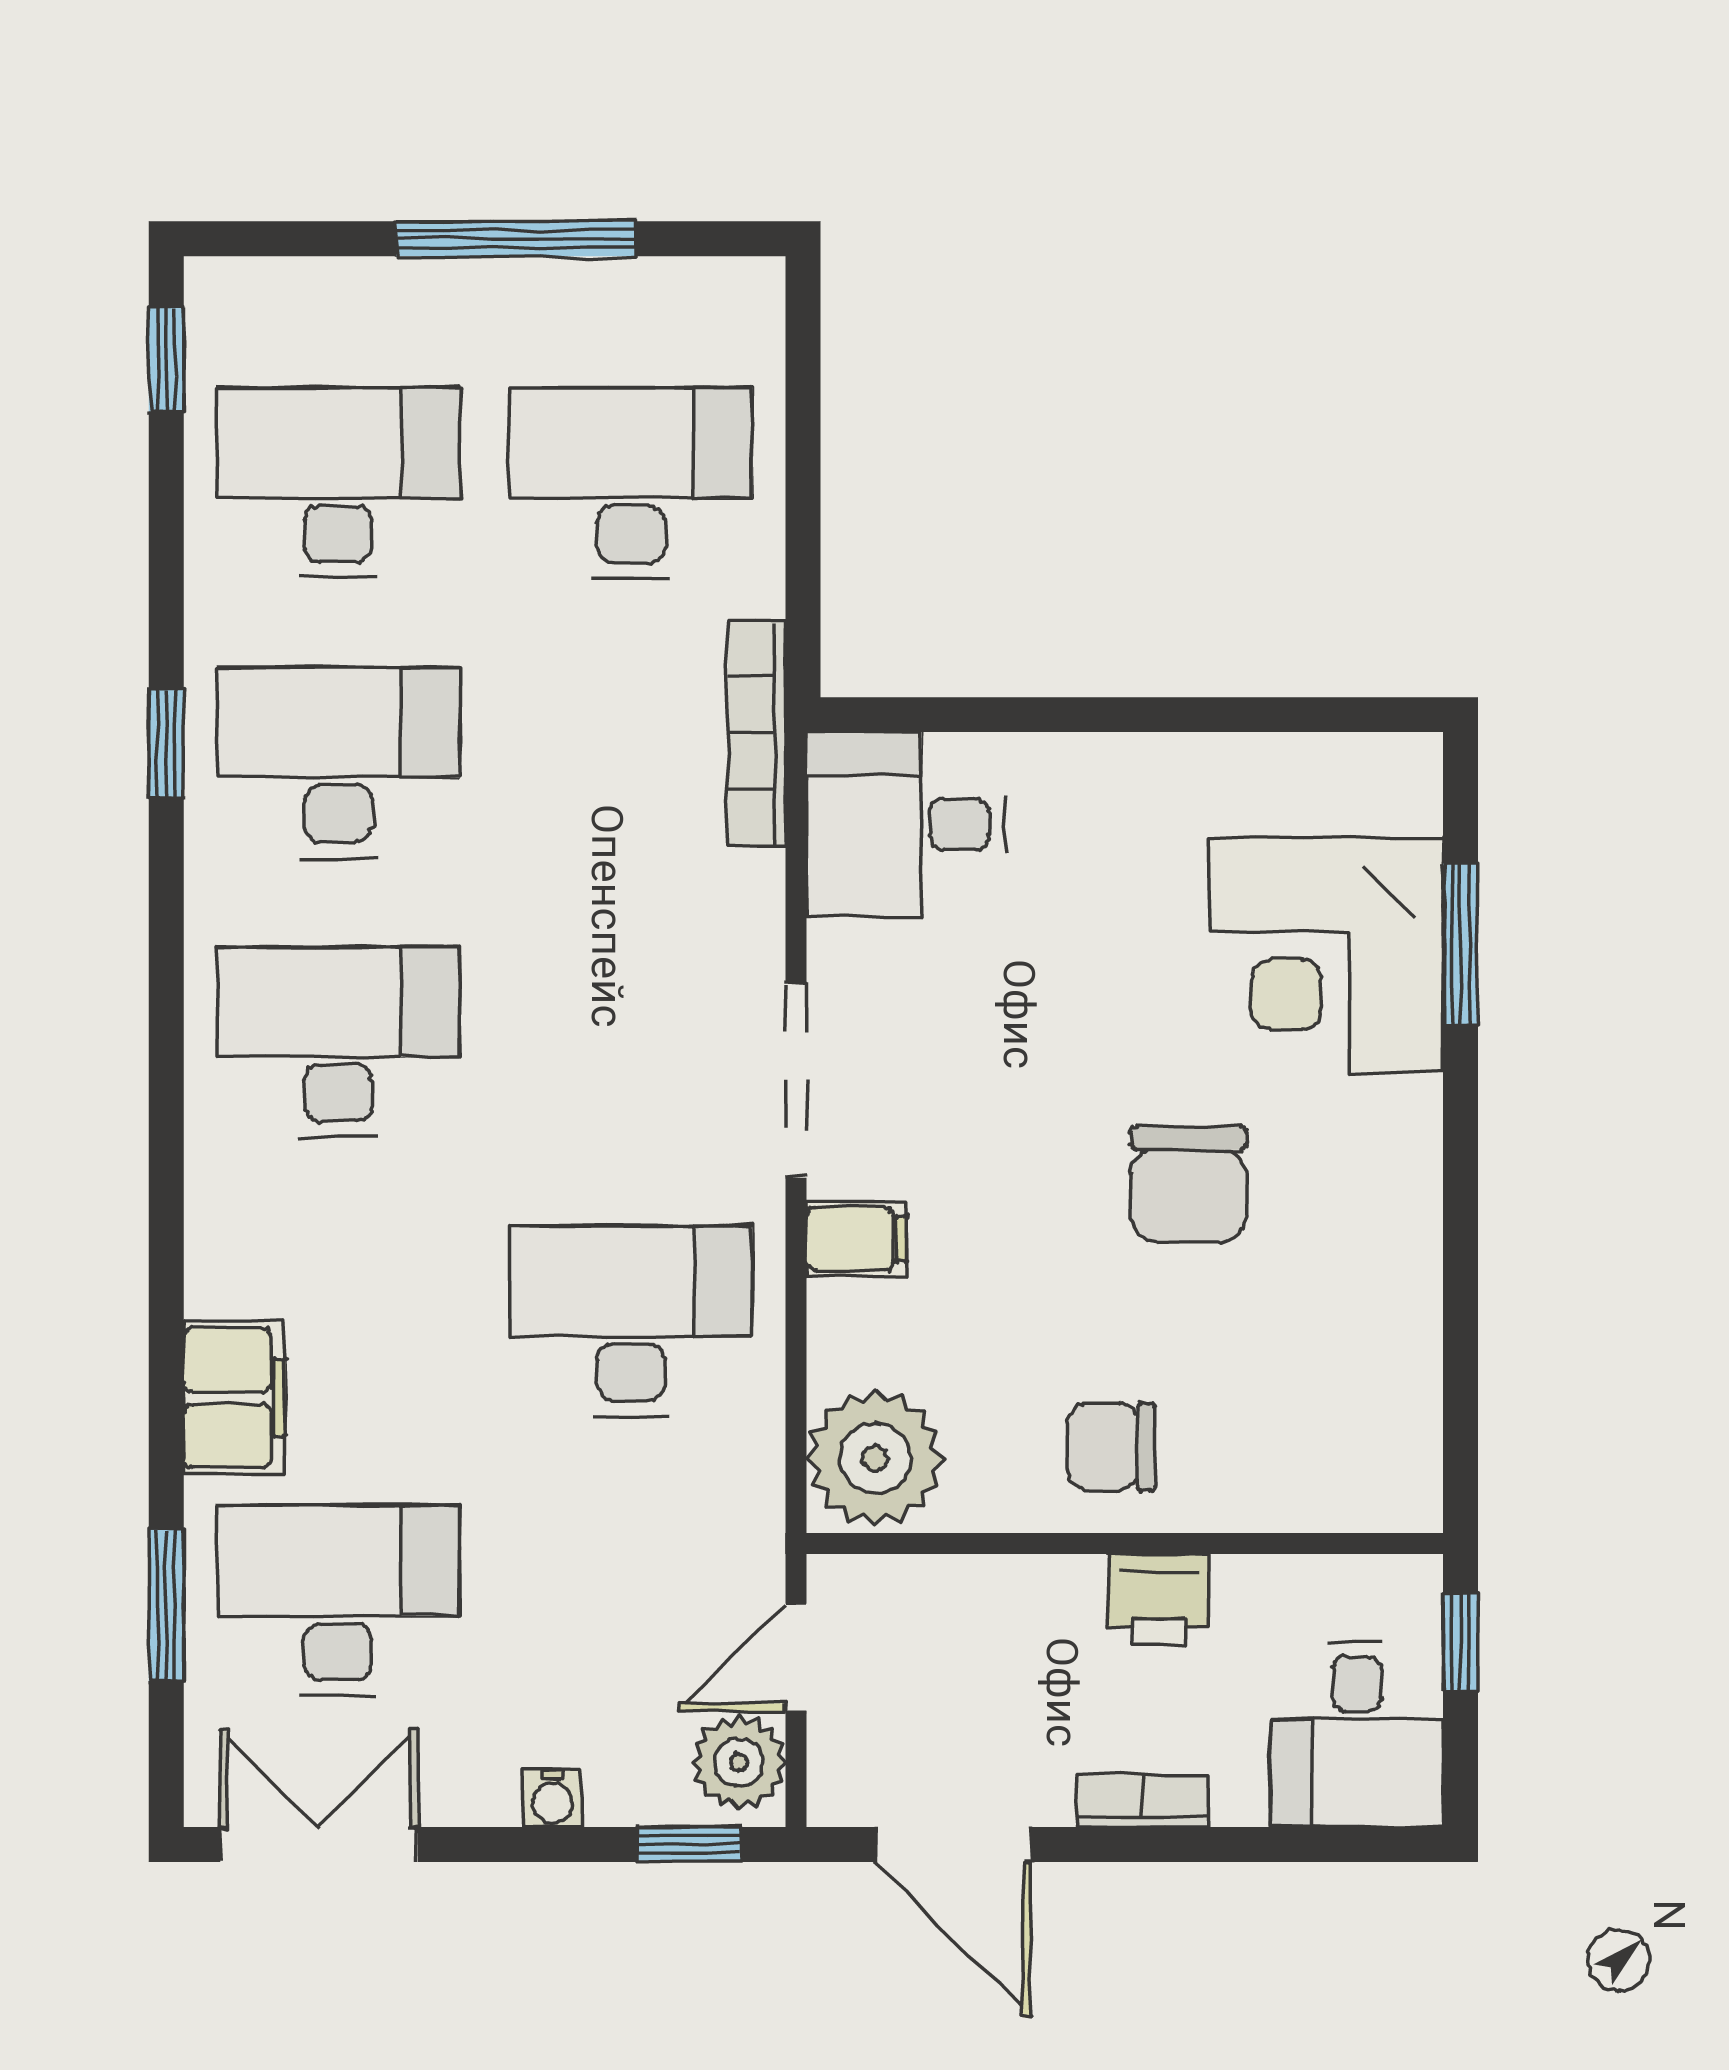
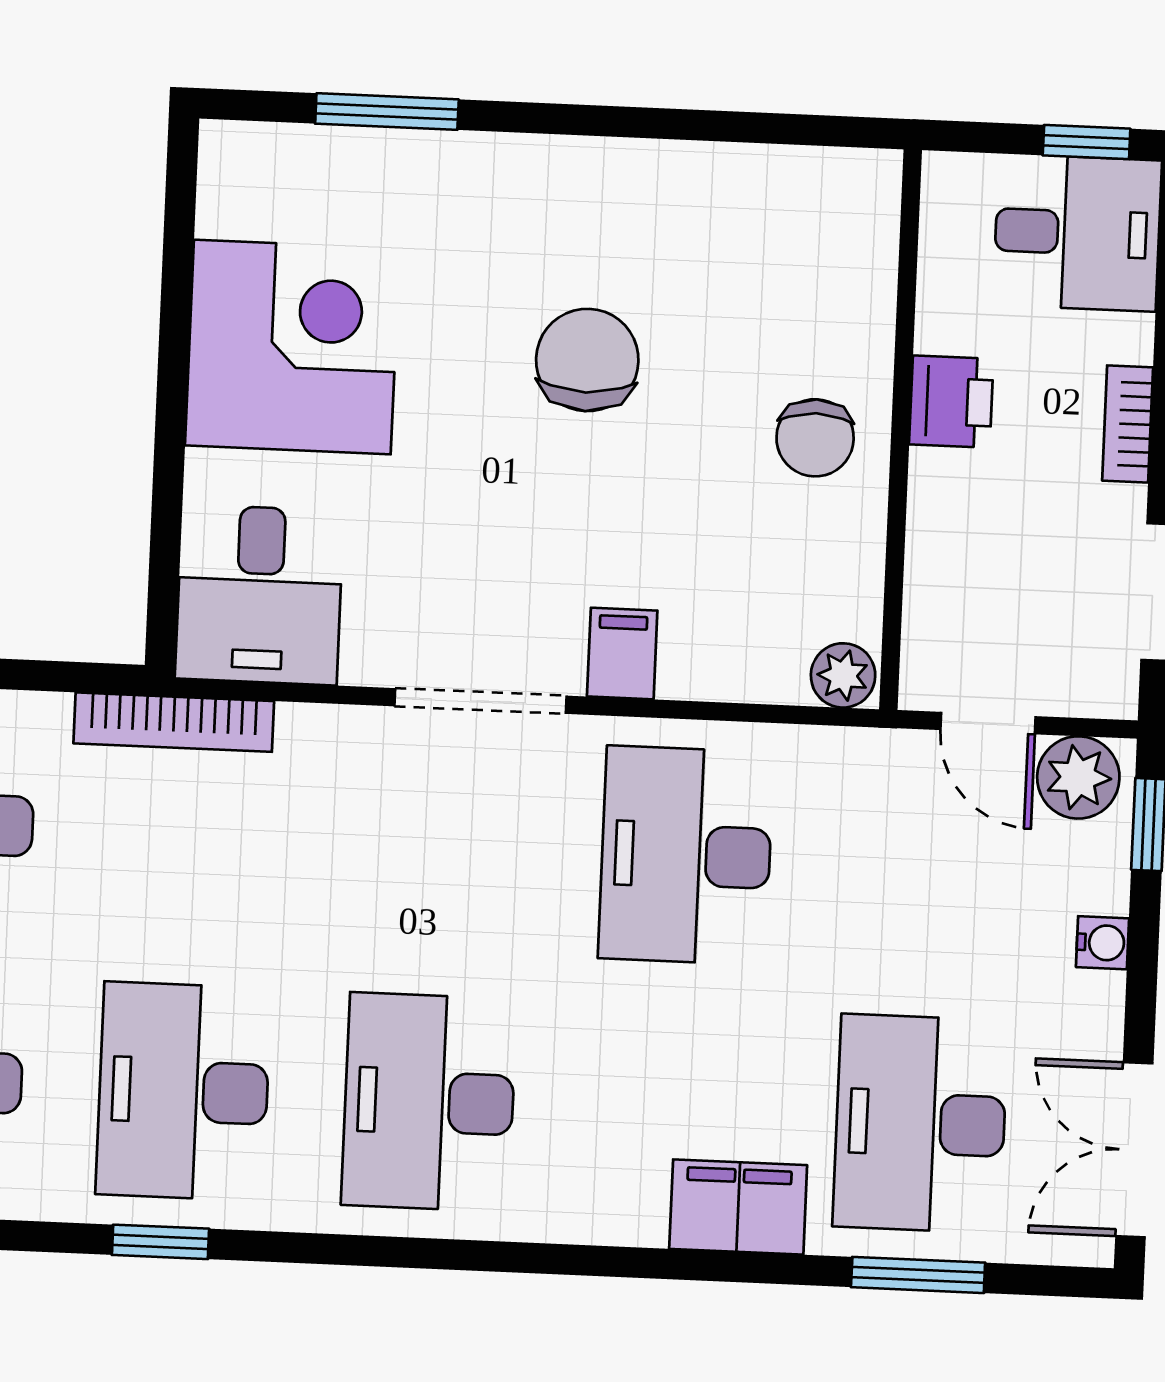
corner desk: (1326, 955) -> (292, 347), moved, turned -90
chair: (1188, 1184) -> (587, 360), turned -90
plant: (875, 1458) -> (843, 675), width x0.53, depth x0.53
window: (1460, 1642) -> (1087, 142), moved

